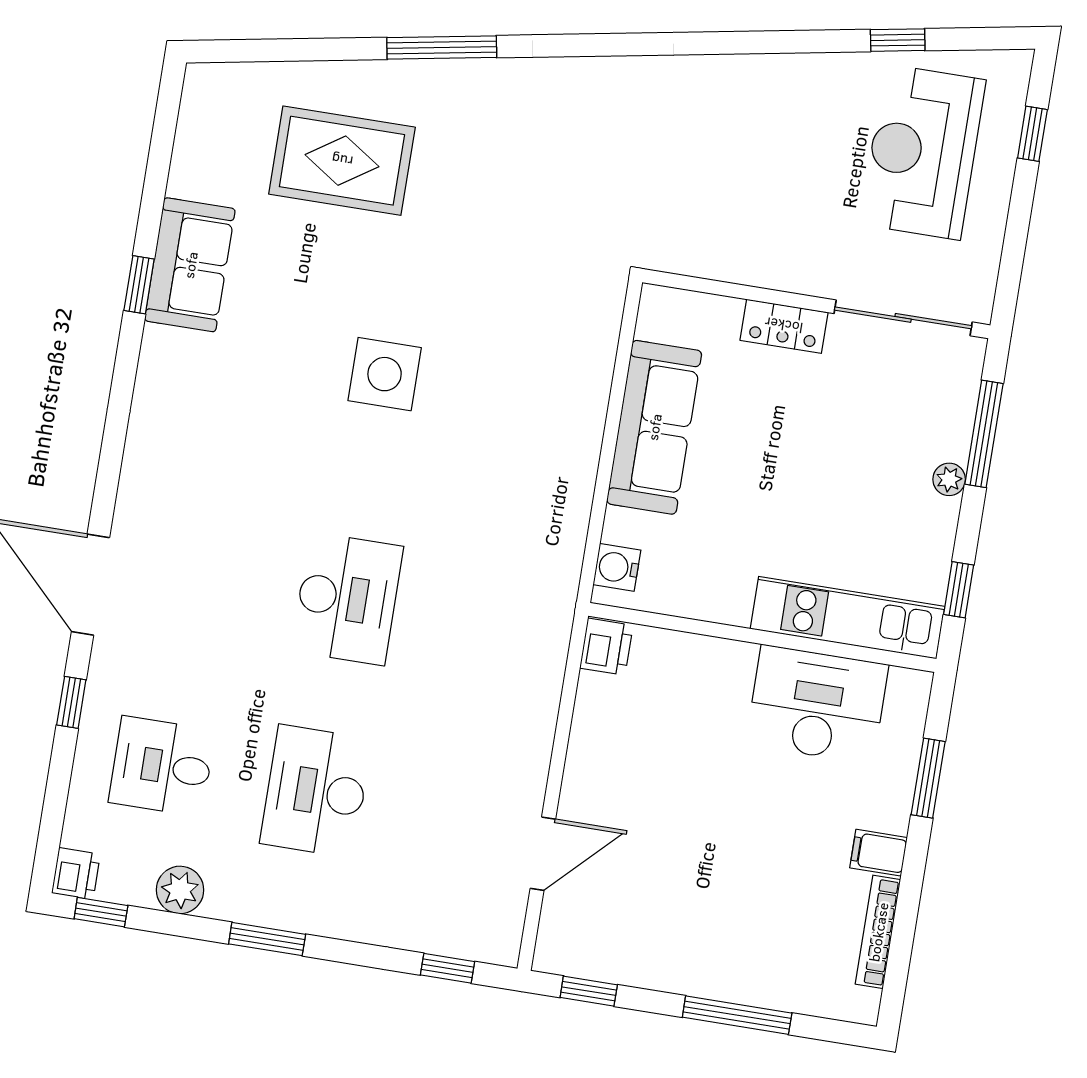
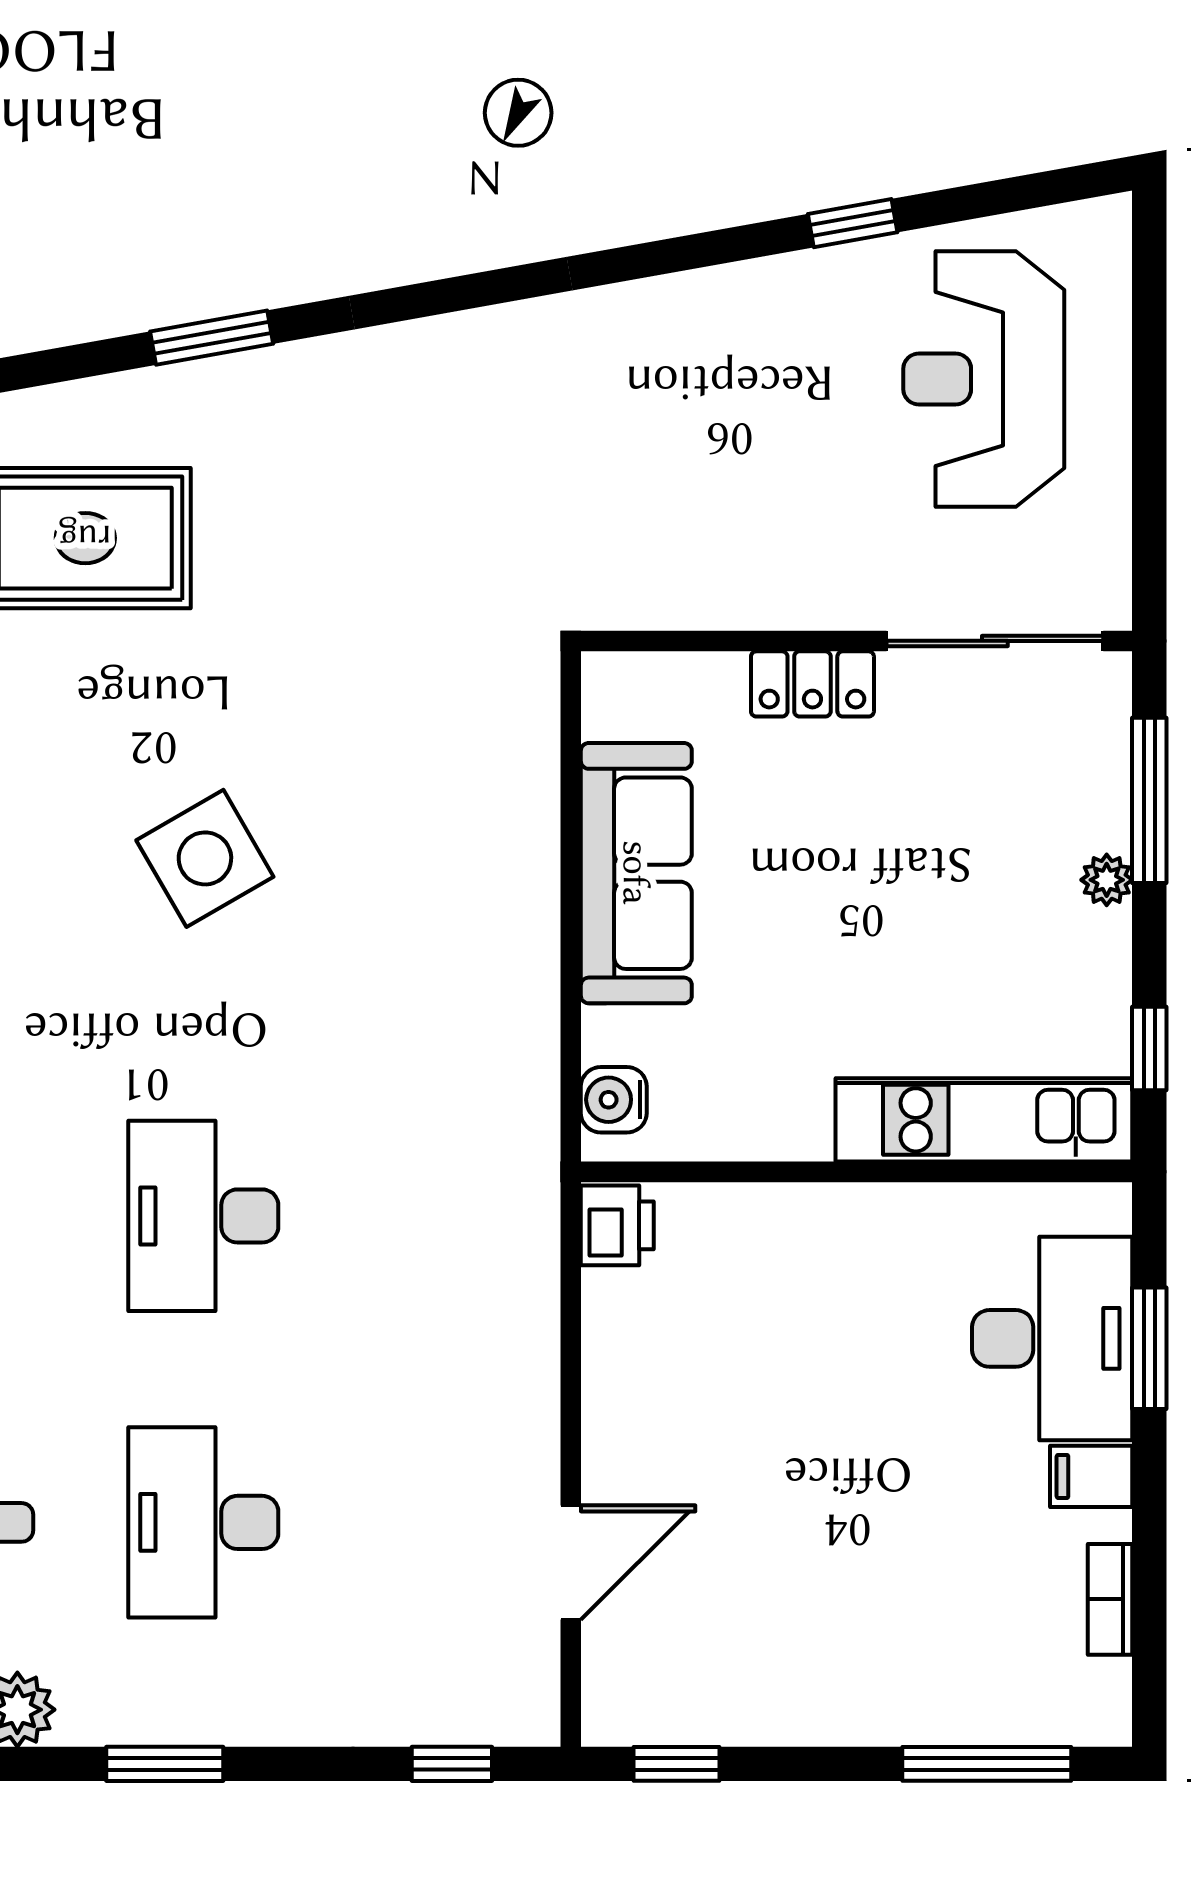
window: (898, 40) -> (853, 223), moved
window: (442, 48) -> (212, 338), width x0.69
window: (1032, 134) -> (1149, 323), removed
side table: (385, 374) -> (205, 858), turned -30
desk: (347, 599) -> (203, 1216), turned 180
desk: (817, 704) -> (1052, 1338), moved, turned 90
bookcase: (878, 932) -> (1110, 1599), width x0.64
window: (737, 1015) -> (987, 1764), moved

